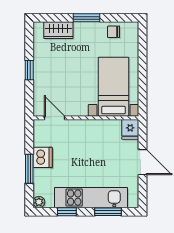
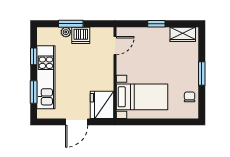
wardrobe: (58, 30) -> (183, 34), moved, turned -90
fridge: (130, 129) -> (102, 105), width x1.88, depth x1.34
plant: (39, 202) -> (66, 32), moved

